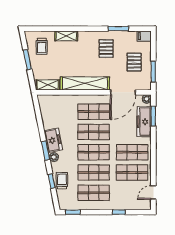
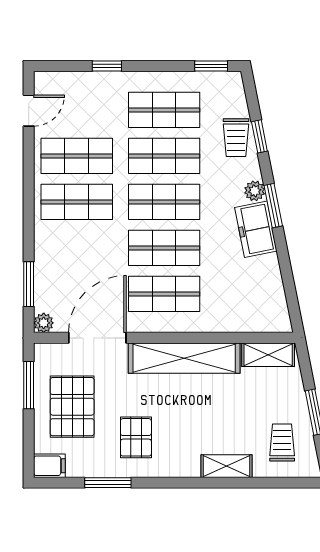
pallet: (134, 62) -> (72, 407), width x1.50, depth x1.42
freezer: (144, 122) -> (50, 271), removed

